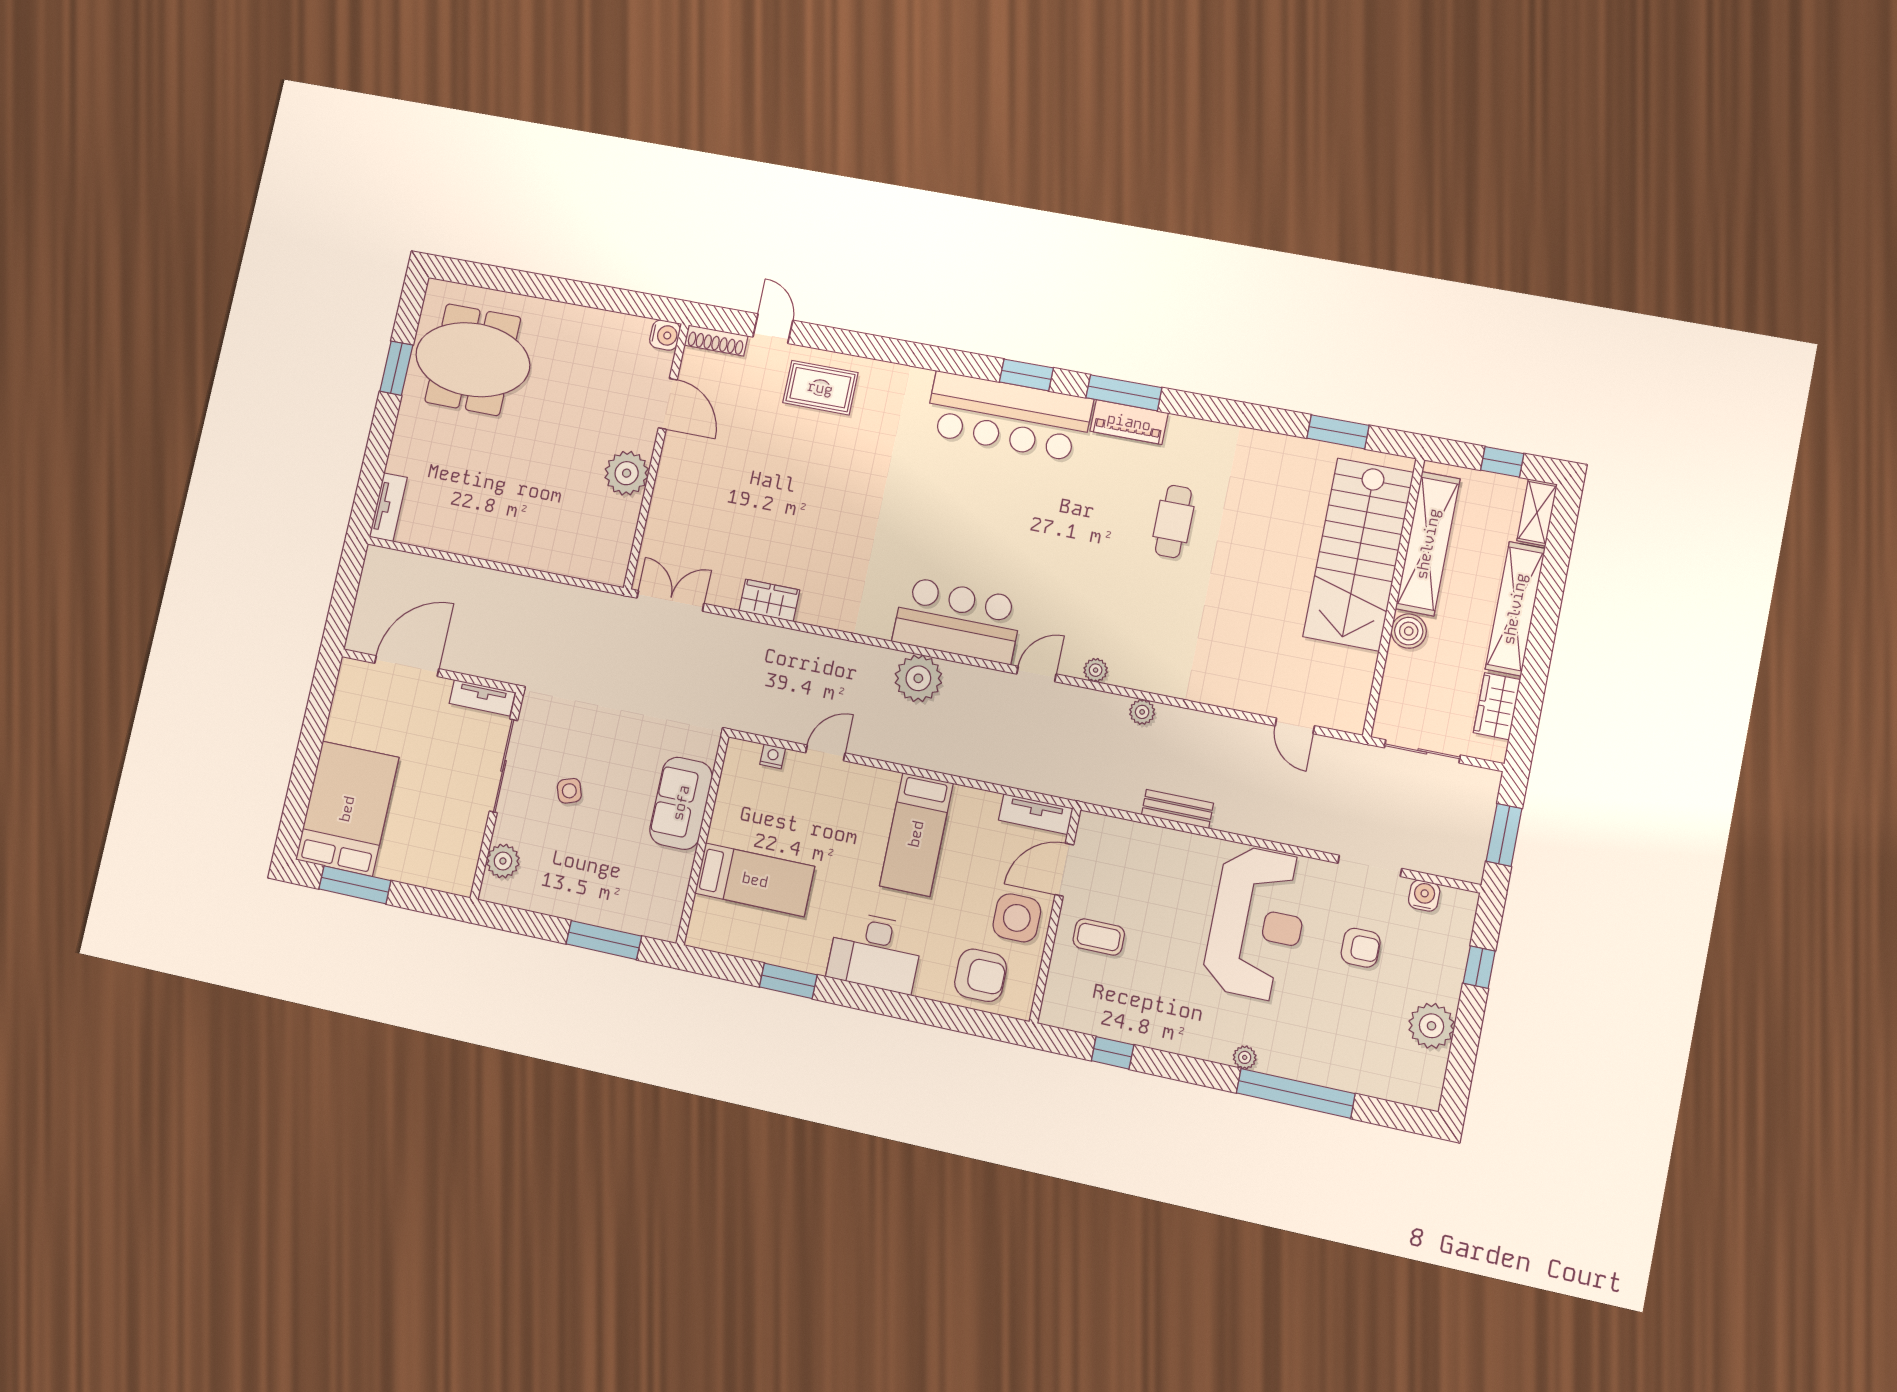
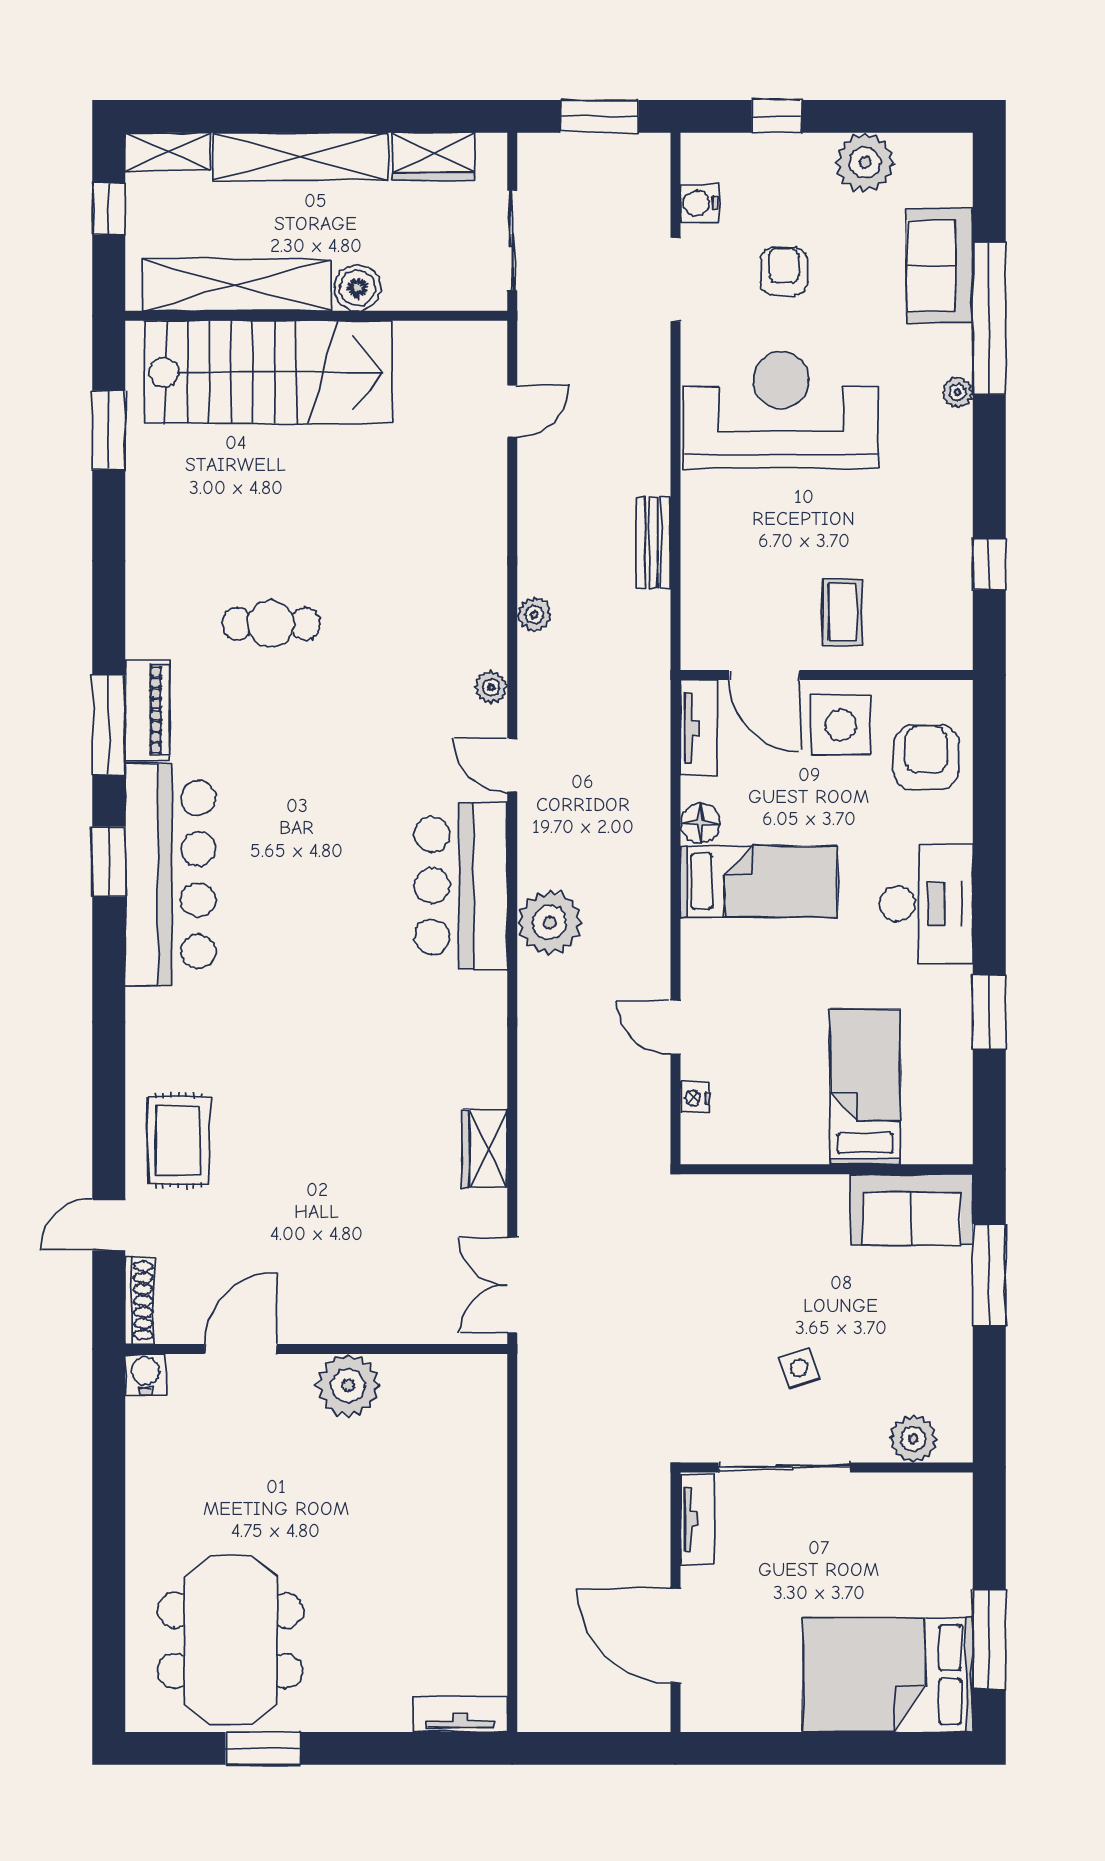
floor lamp: (967, 801) -> (700, 823), added
sofa: (681, 803) -> (912, 1210), moved
sofa: (1342, 1065) -> (940, 266), added

